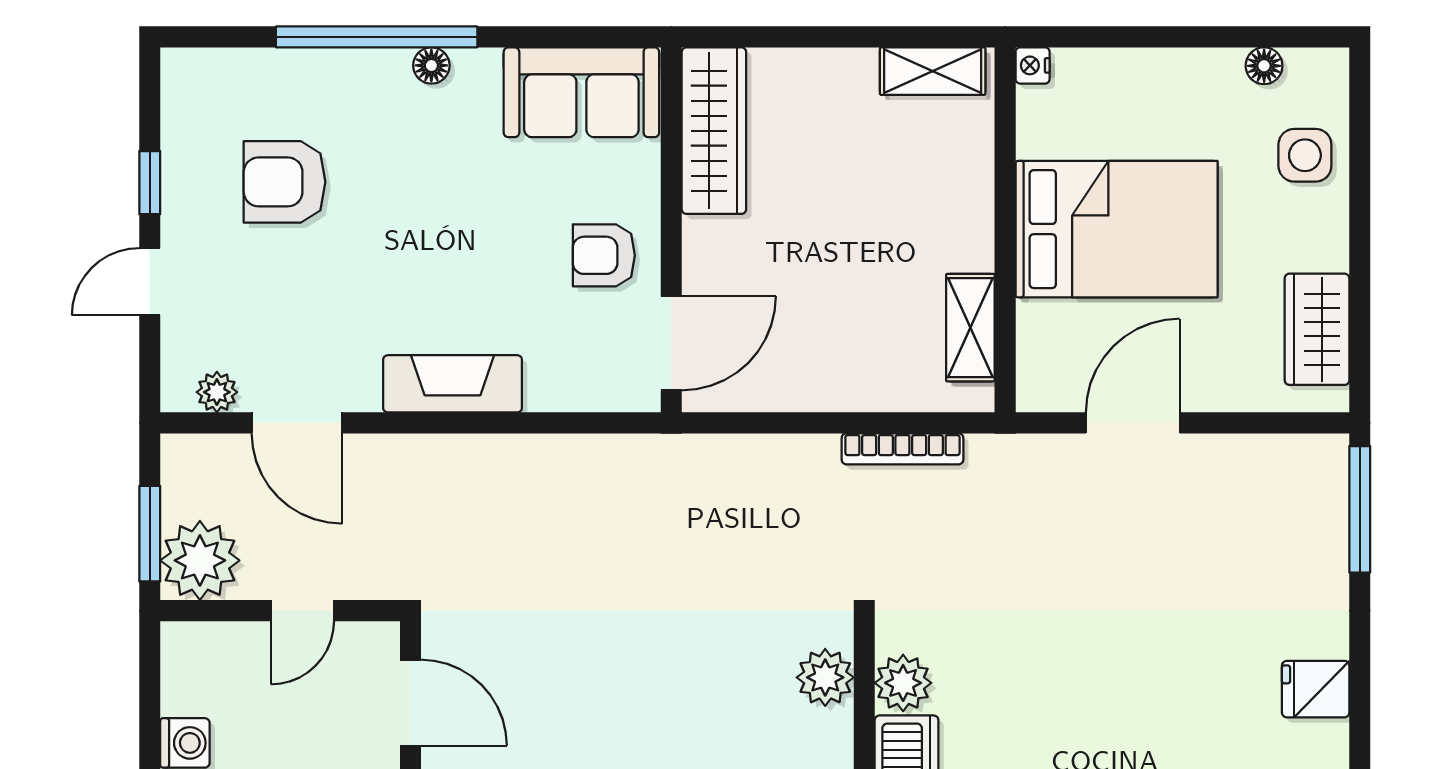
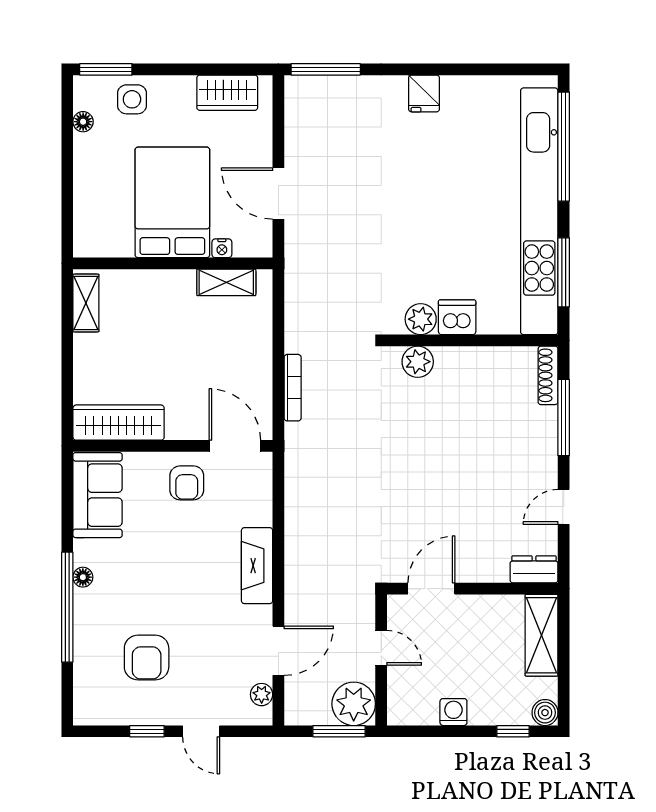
nightstand: (1033, 65) -> (222, 248), moved
window: (1360, 107) -> (106, 69), added
bookcase: (902, 449) -> (293, 388), moved

